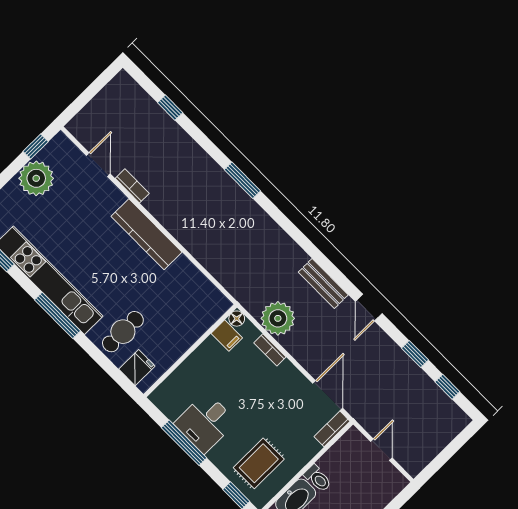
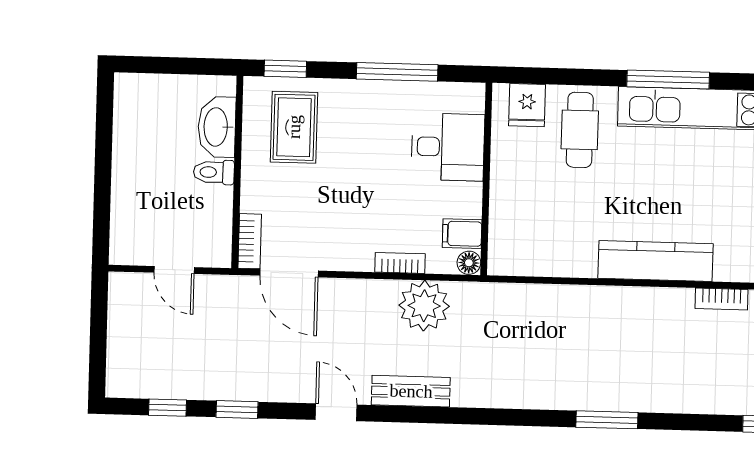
desk: (205, 423) -> (448, 147), moved, turned 90

